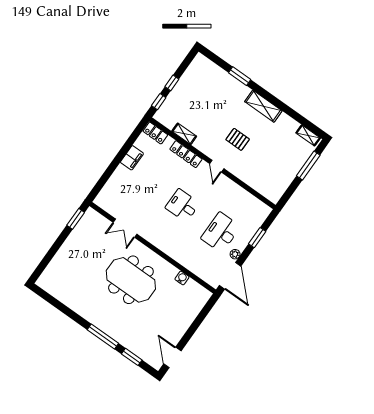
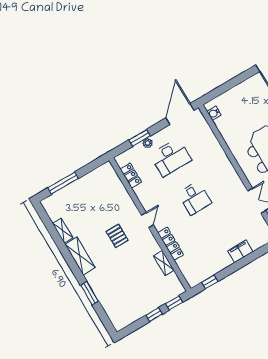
locker: (155, 133) -> (131, 175), moved
window: (135, 135) -> (210, 282), added
shelving: (308, 135) -> (63, 231), moved
filing cabinet: (132, 158) -> (240, 251), moved
plant: (235, 254) -> (148, 143), moved
water cooler: (182, 278) -> (214, 113), moved

